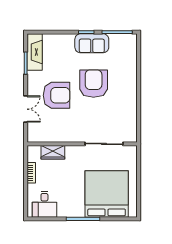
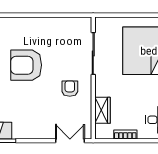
armchair: (57, 95) -> (70, 89), moved, width x0.53, depth x0.53
double door: (26, 109) -> (70, 141), moved

